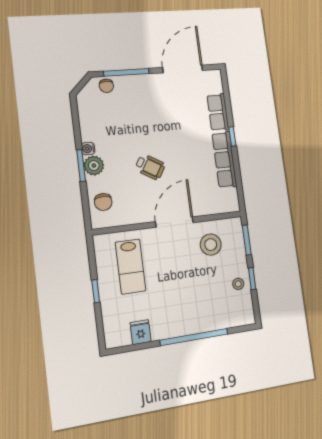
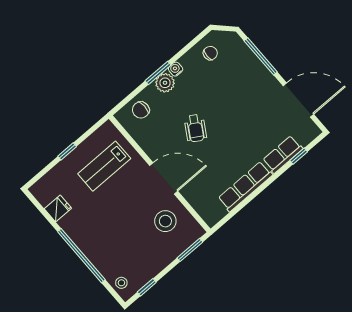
chair: (106, 86) -> (210, 53), moved, turned 180
window: (232, 136) -> (299, 156), moved
window: (252, 279) -> (147, 287), moved
stool: (238, 284) -> (121, 283), moved

